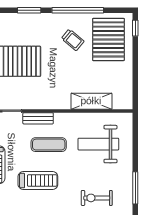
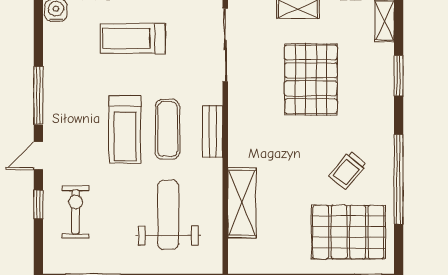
window: (29, 10) -> (399, 76), moved
bench: (38, 118) -> (213, 132), moved
treadmill: (38, 181) -> (125, 129), moved

